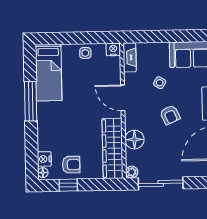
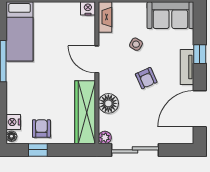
side table: (85, 53) -> (59, 12), removed
armchair: (71, 165) -> (41, 129), turned -90

